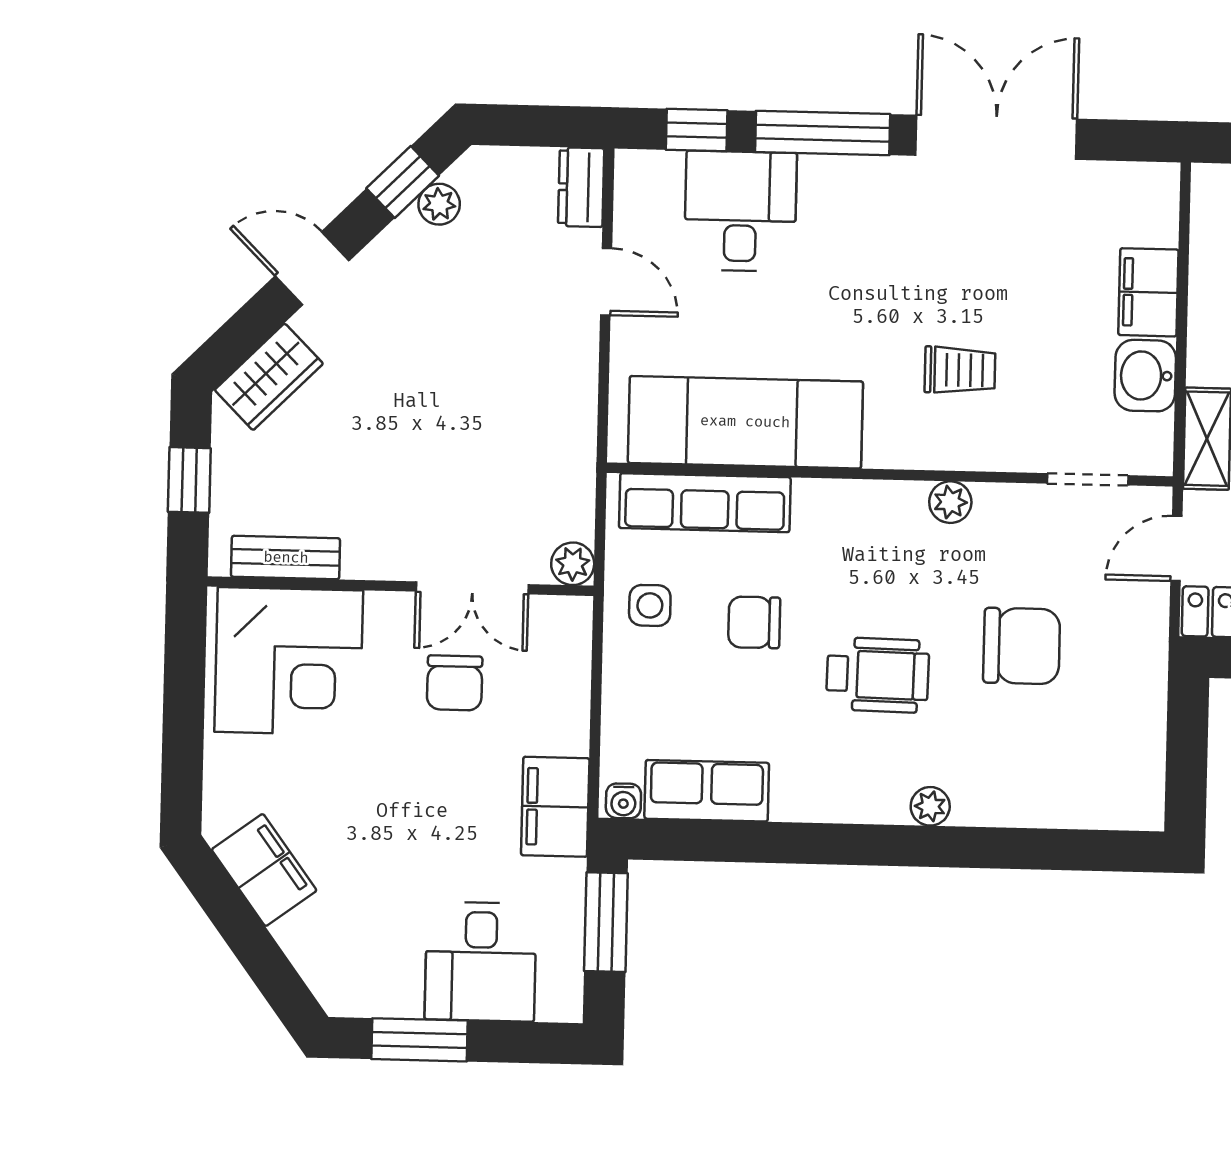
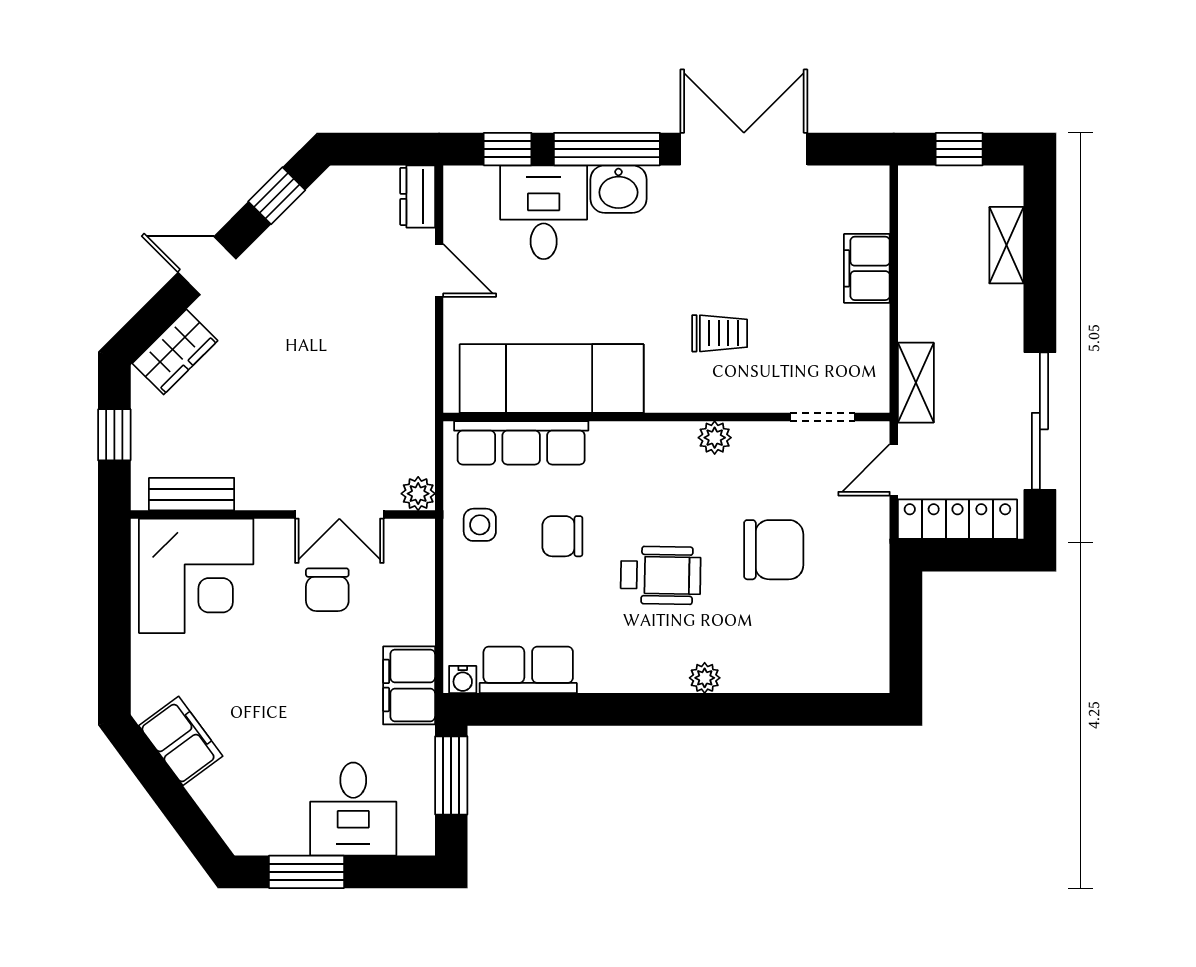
plant: (439, 204) -> (306, 213), removed
washbasin: (1145, 376) -> (618, 189), moved, turned -90

